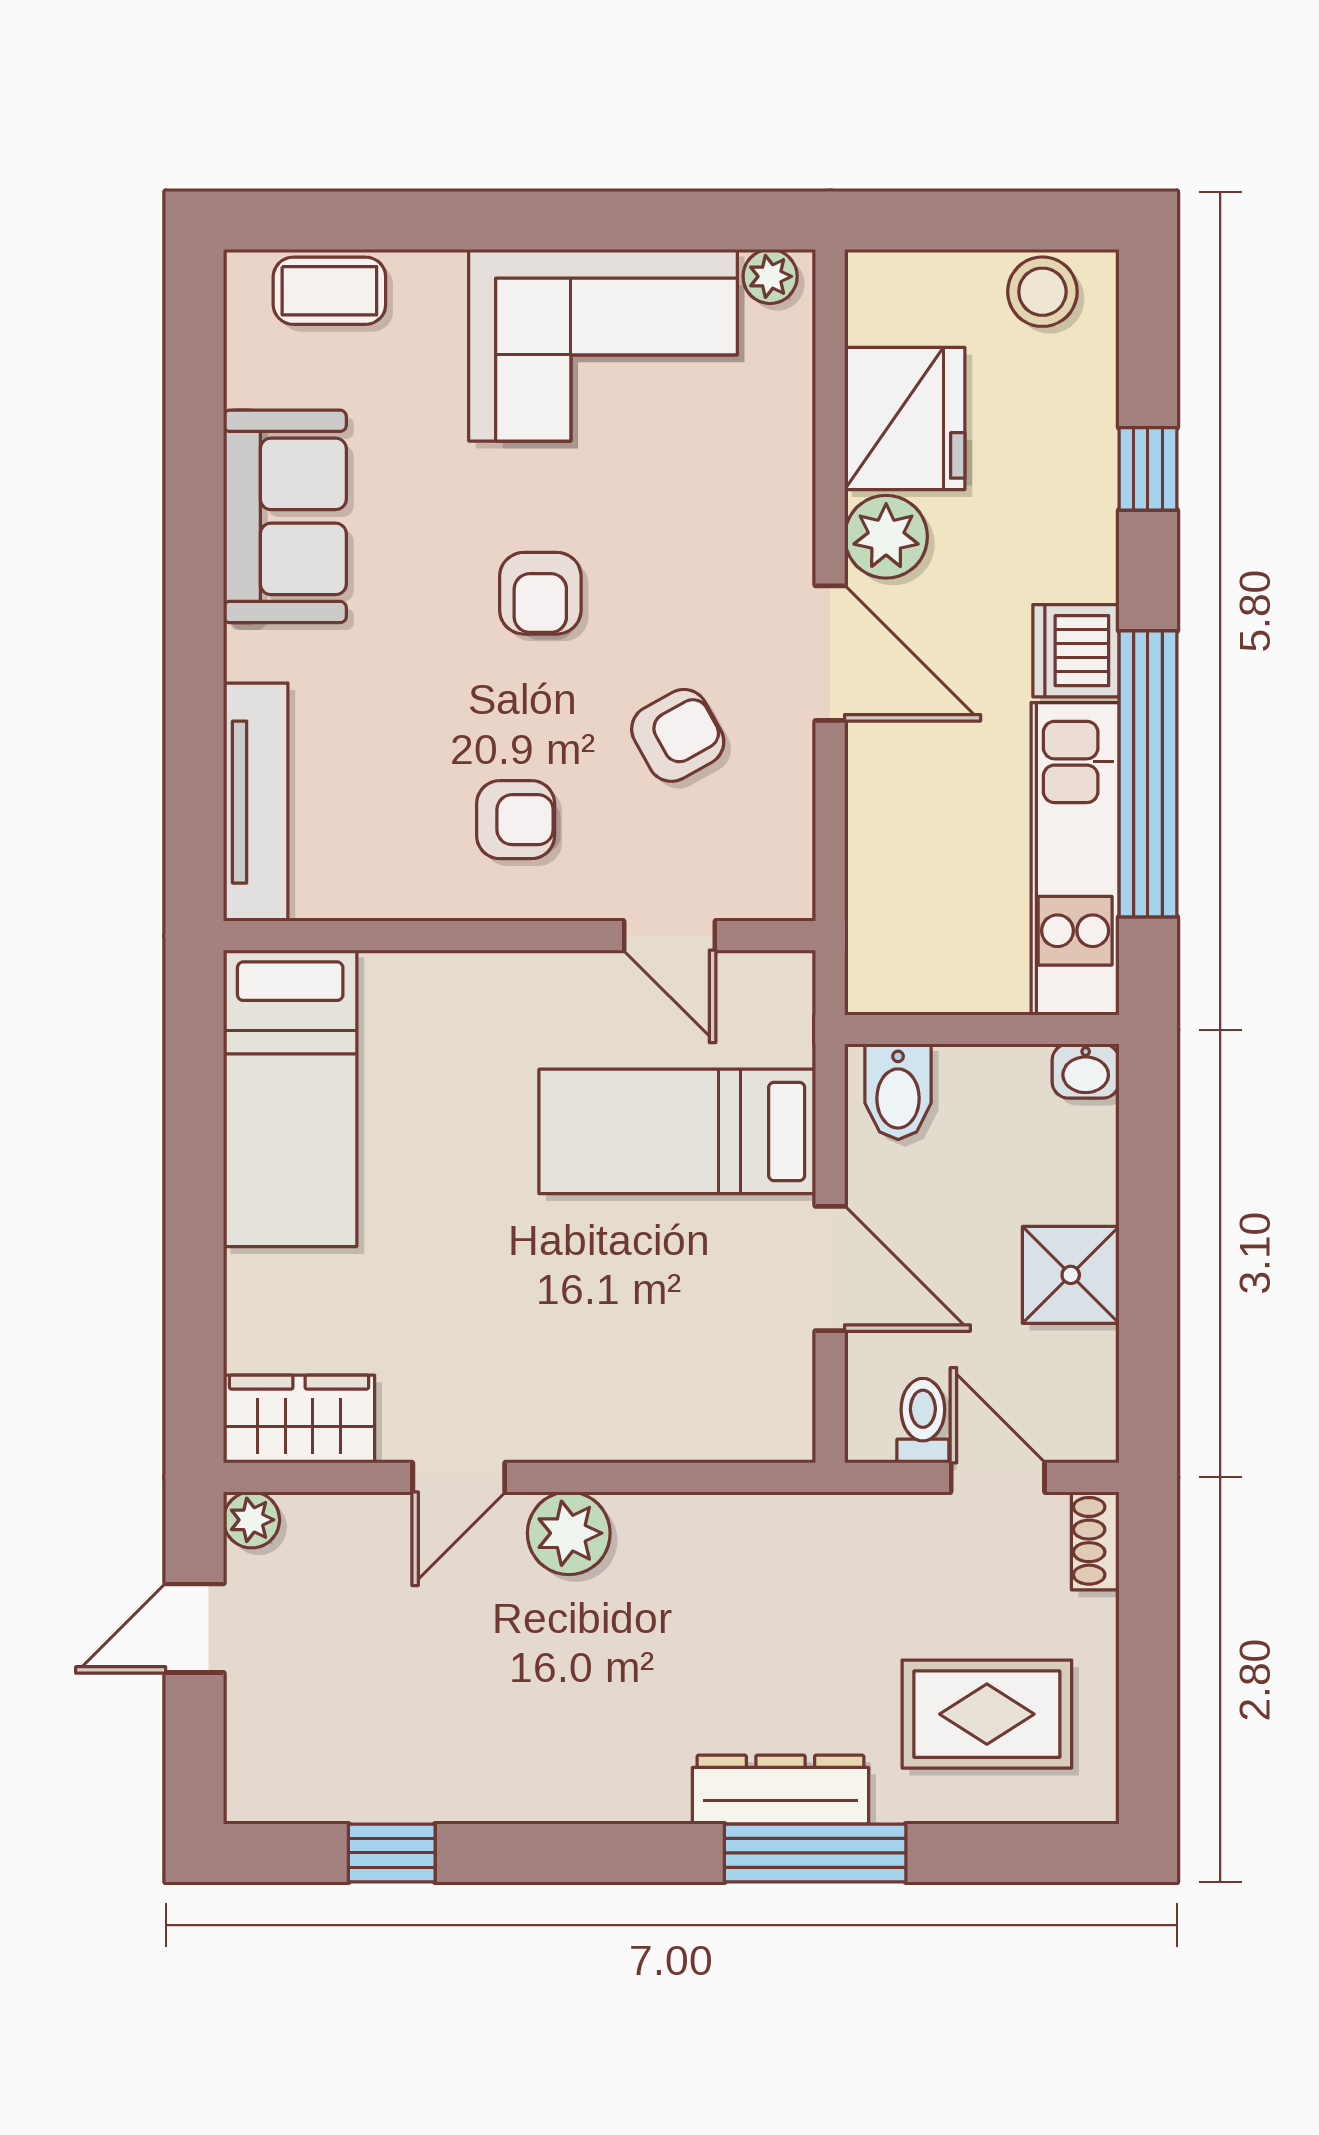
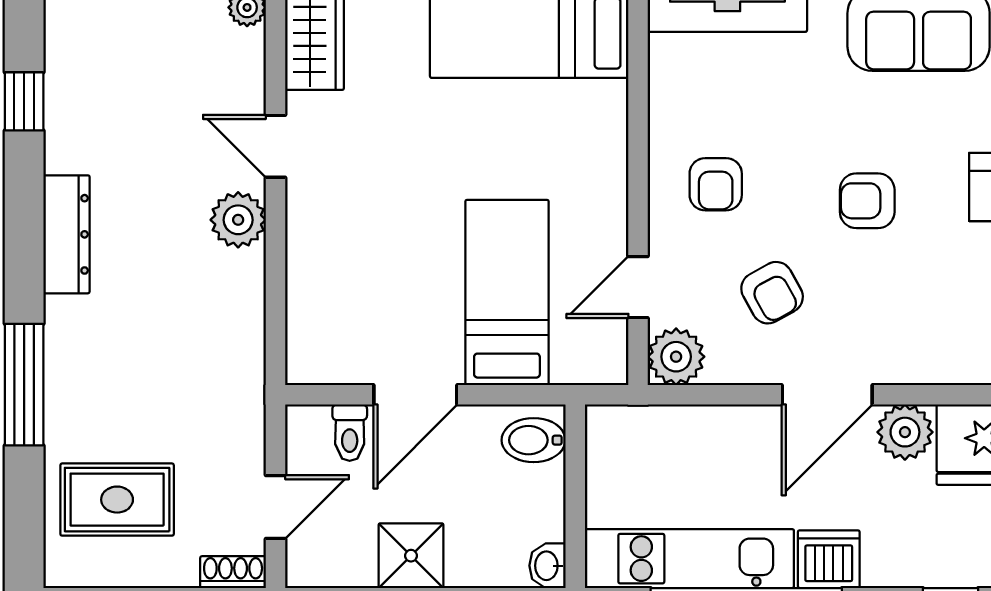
plant: (773, 879) -> (676, 357), added
toilet: (923, 1421) -> (350, 433), moved, turned 90
rug: (987, 1714) -> (117, 500), turned 90
dresser: (780, 1790) -> (67, 234), moved

